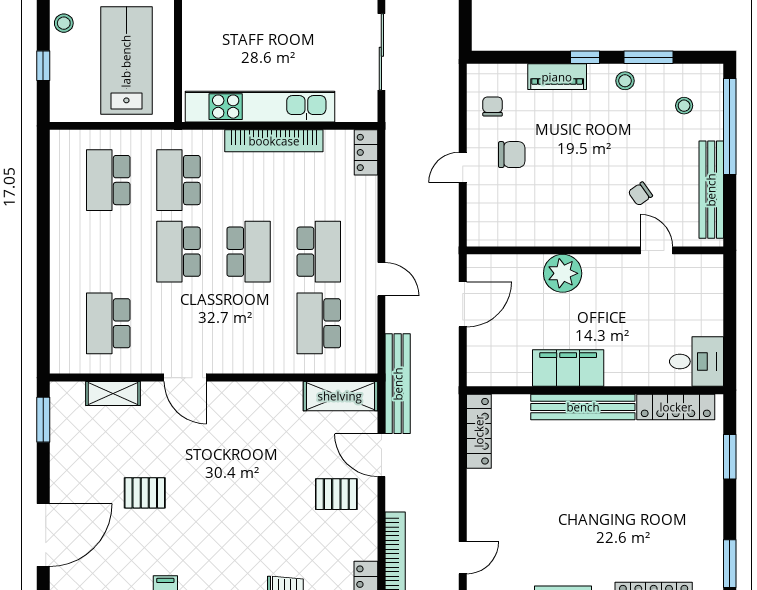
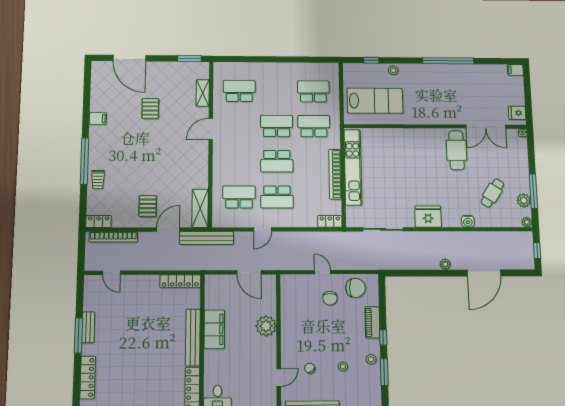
stool: (684, 106) -> (343, 367), moved
chair: (493, 107) -> (356, 288), width x1.87, depth x1.87

